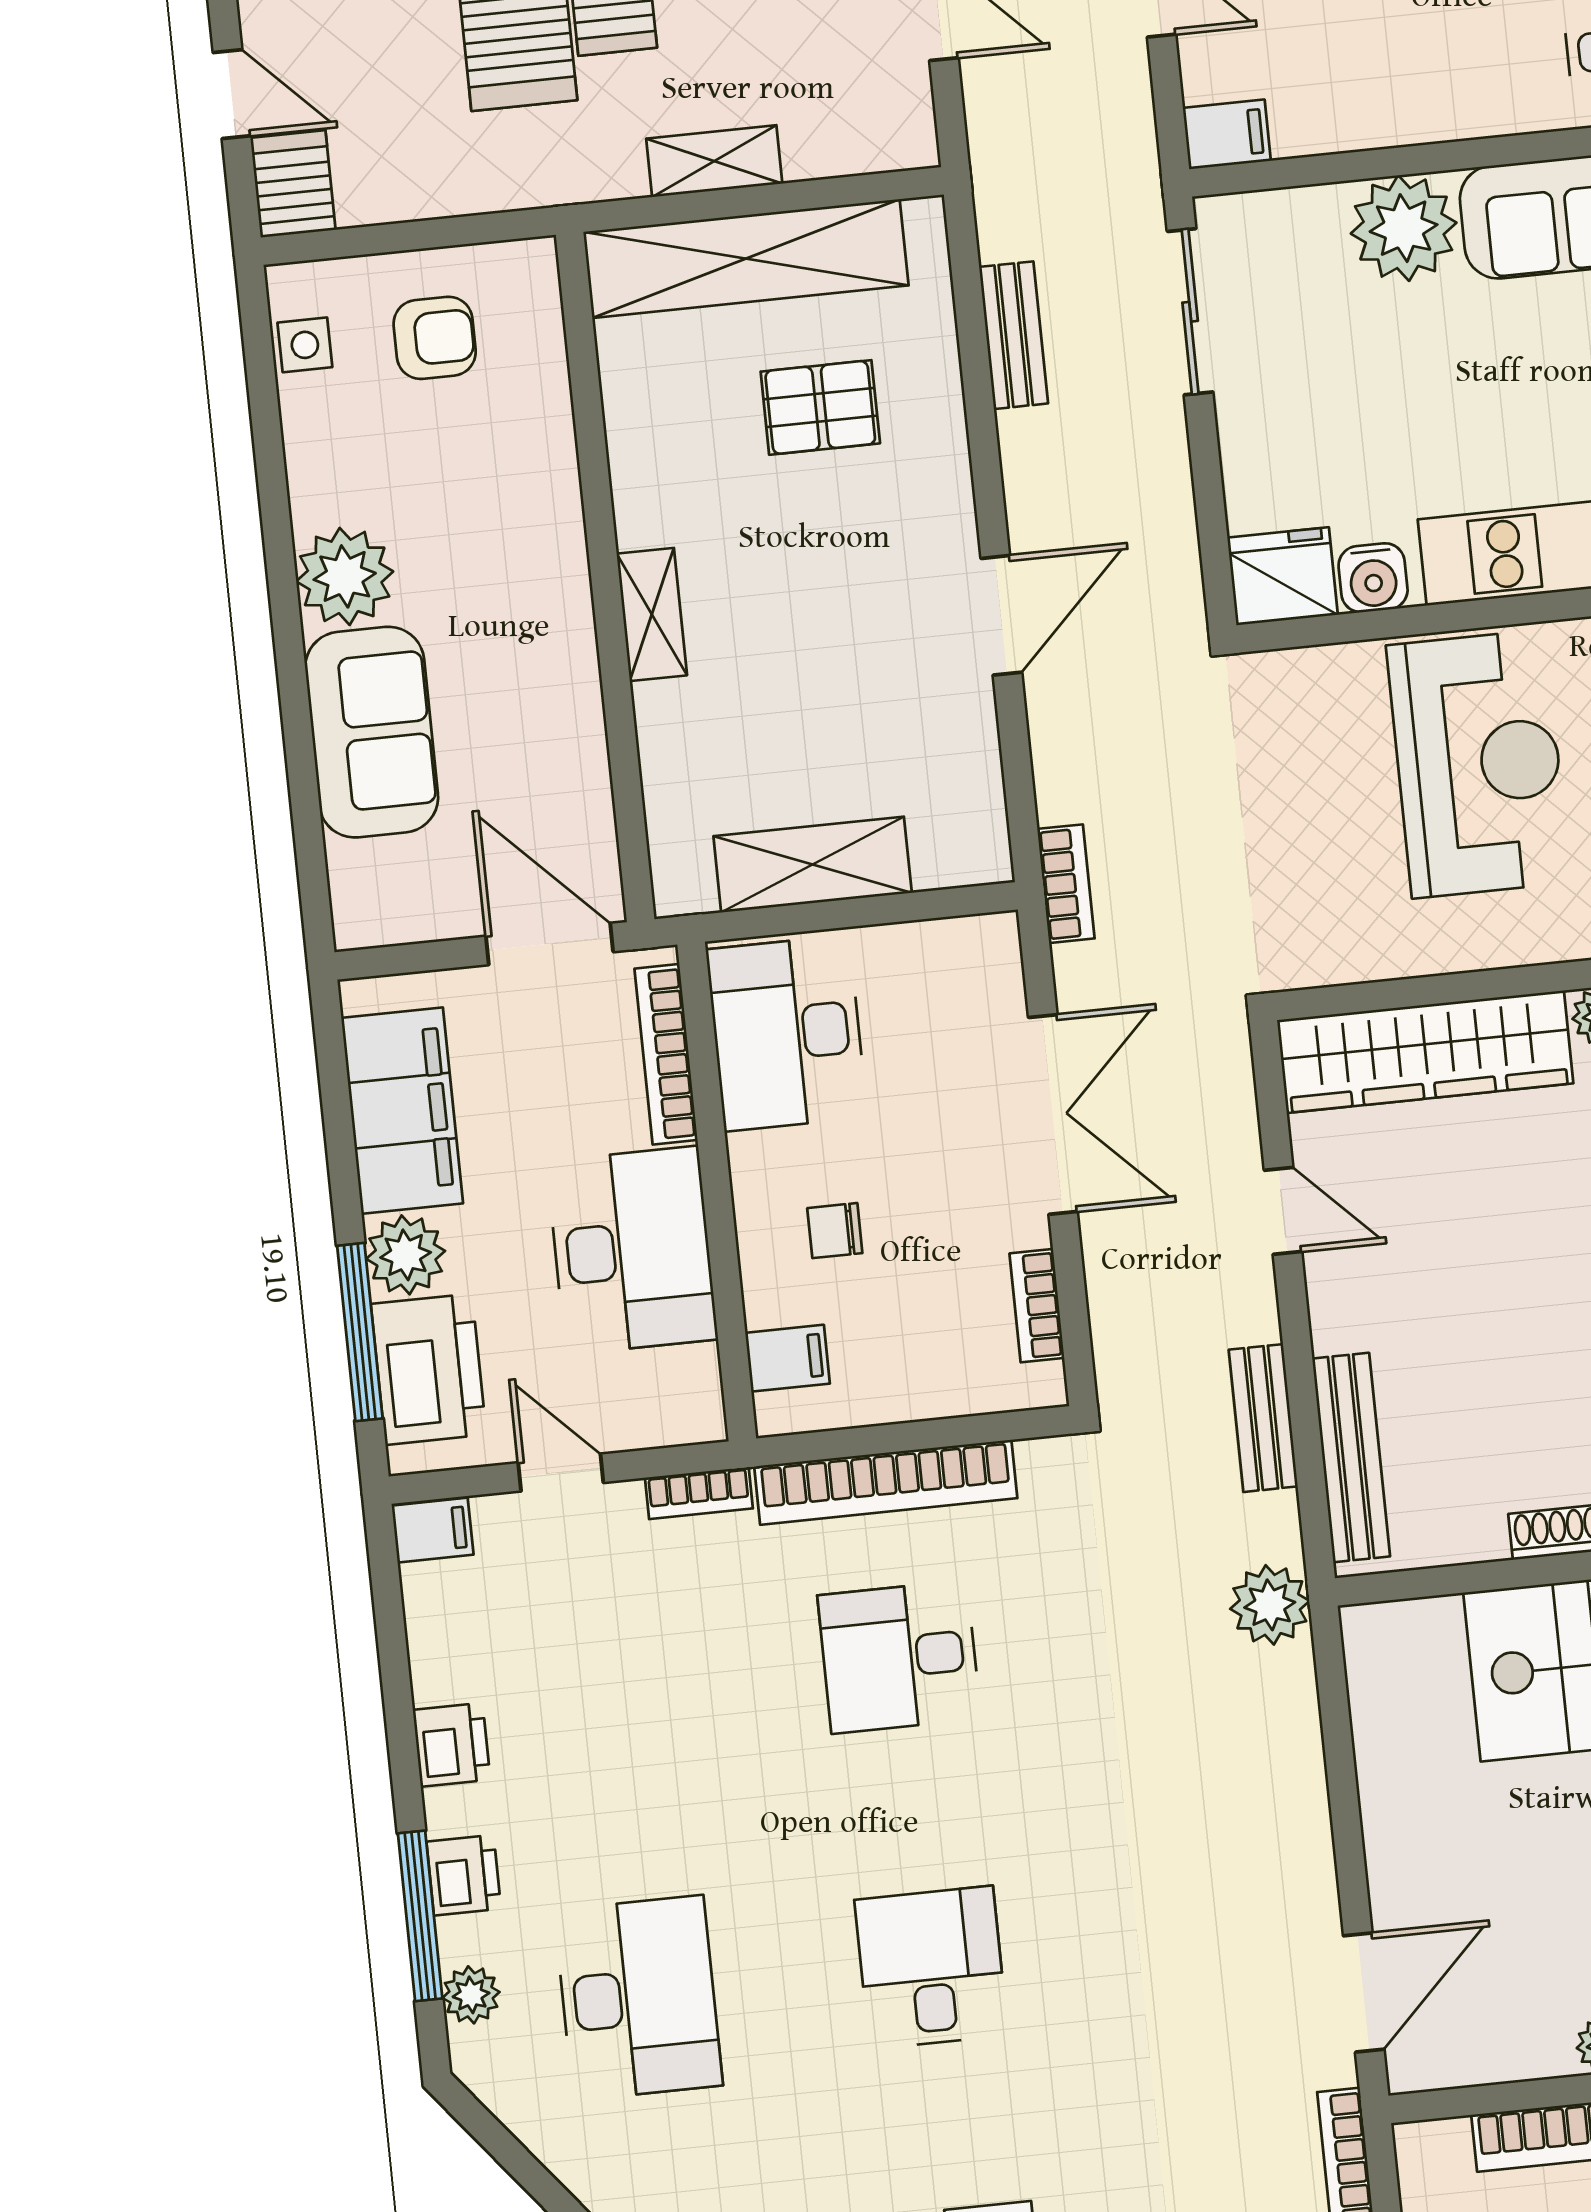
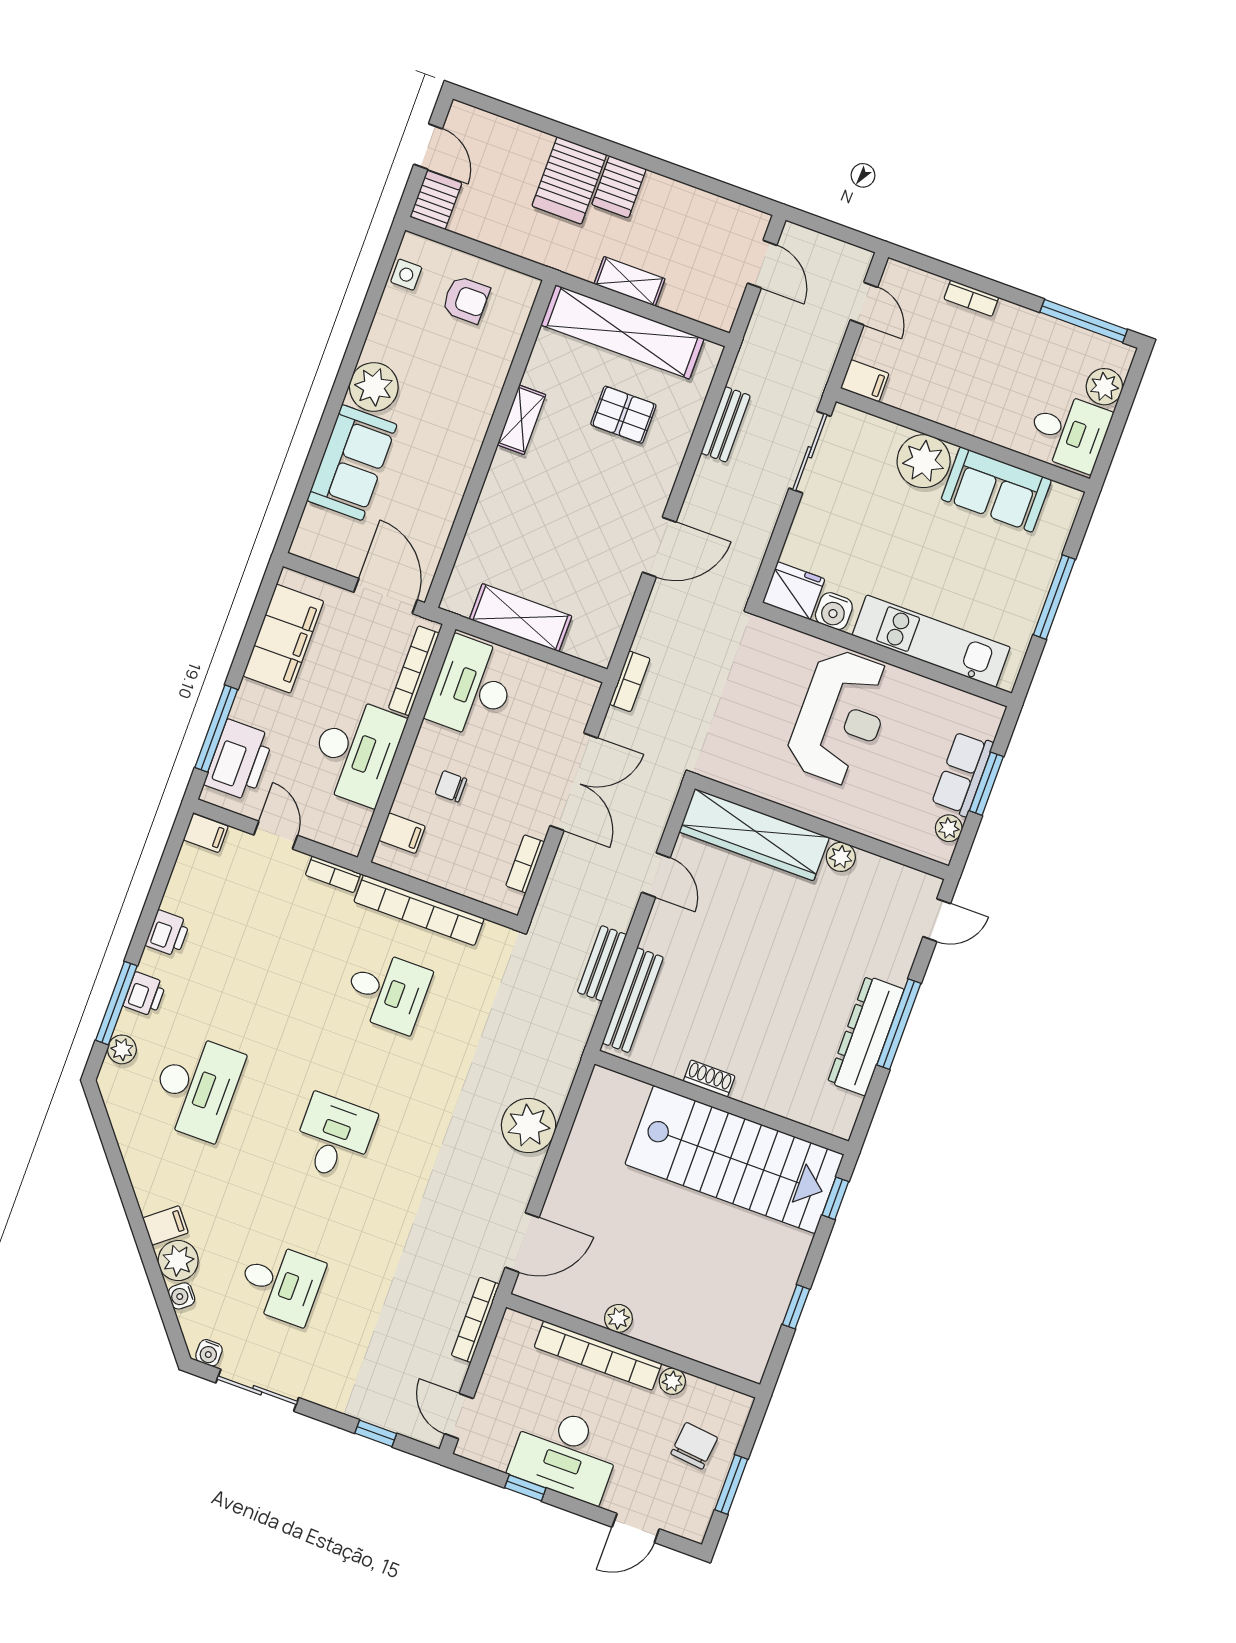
shelving: (652, 615) -> (522, 420), moved
plant: (406, 1255) -> (254, 704), removed
plant: (1270, 1605) -> (529, 1126), moved, width x1.36, depth x1.36
desk: (899, 1657) -> (387, 991), turned 180

